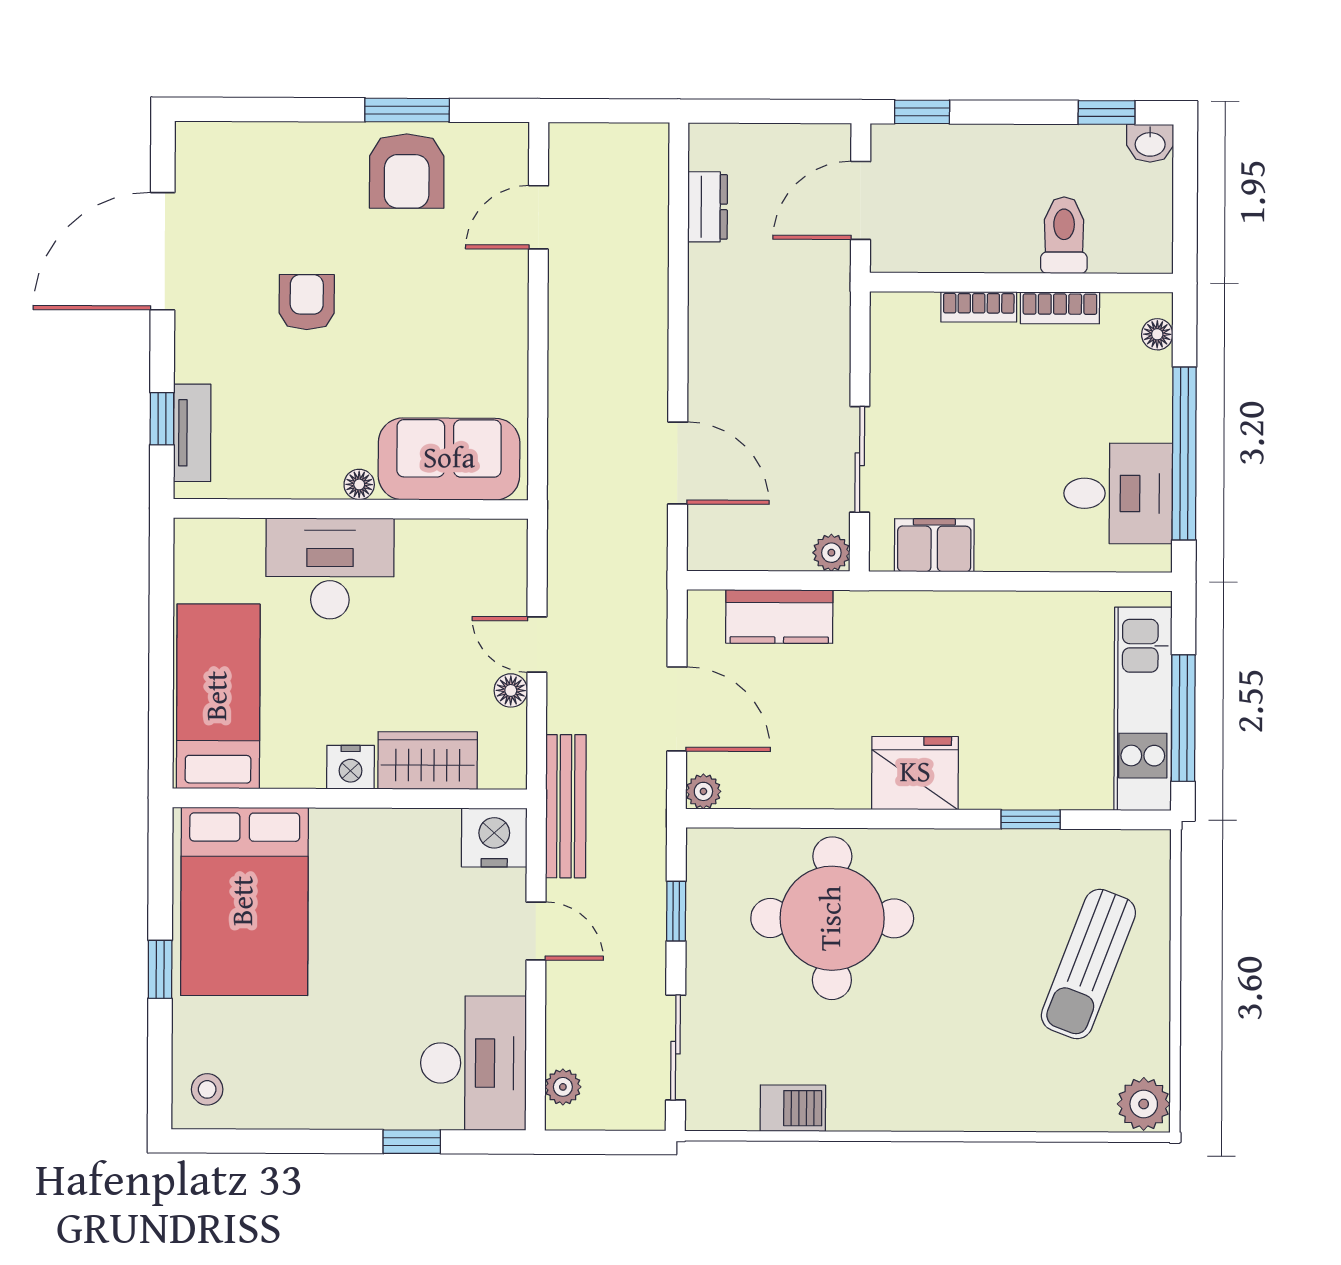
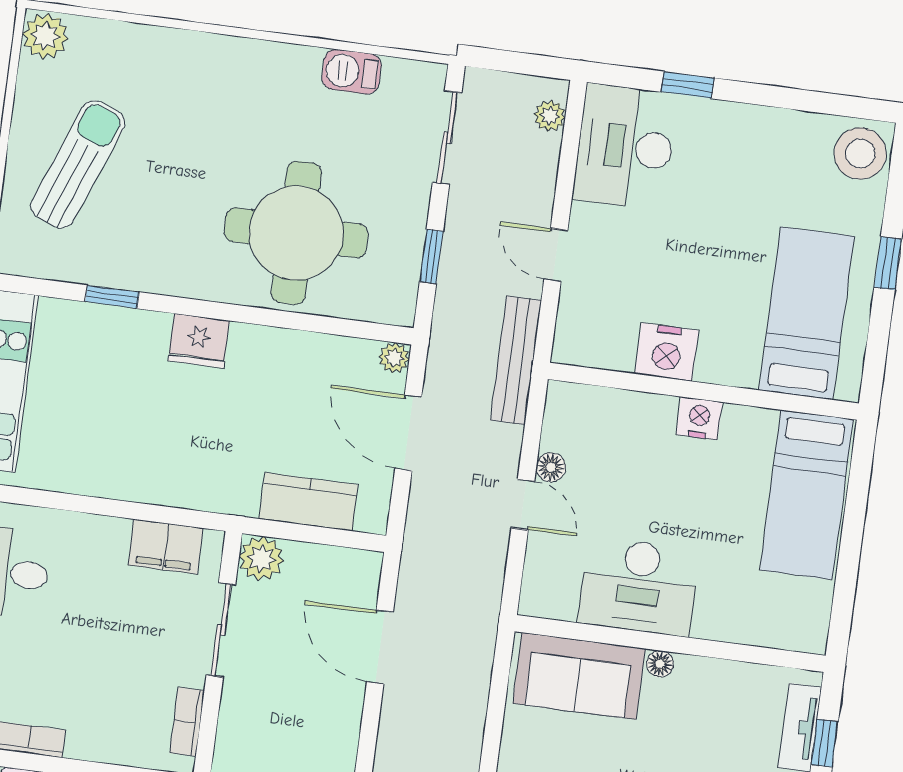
bookcase: (979, 307) -> (187, 722), moved, turned -90
plant: (831, 553) -> (261, 559), width x1.38, depth x1.38
desk: (330, 569) -> (639, 586), moved
wardrobe: (428, 761) -> (631, 416), removed
fridge: (915, 773) -> (199, 341), width x0.73, depth x0.75
nightstand: (494, 838) -> (667, 352), moved
bed: (244, 901) -> (807, 313), width x0.67
stool: (207, 1089) -> (860, 153), width x1.89, depth x1.89

